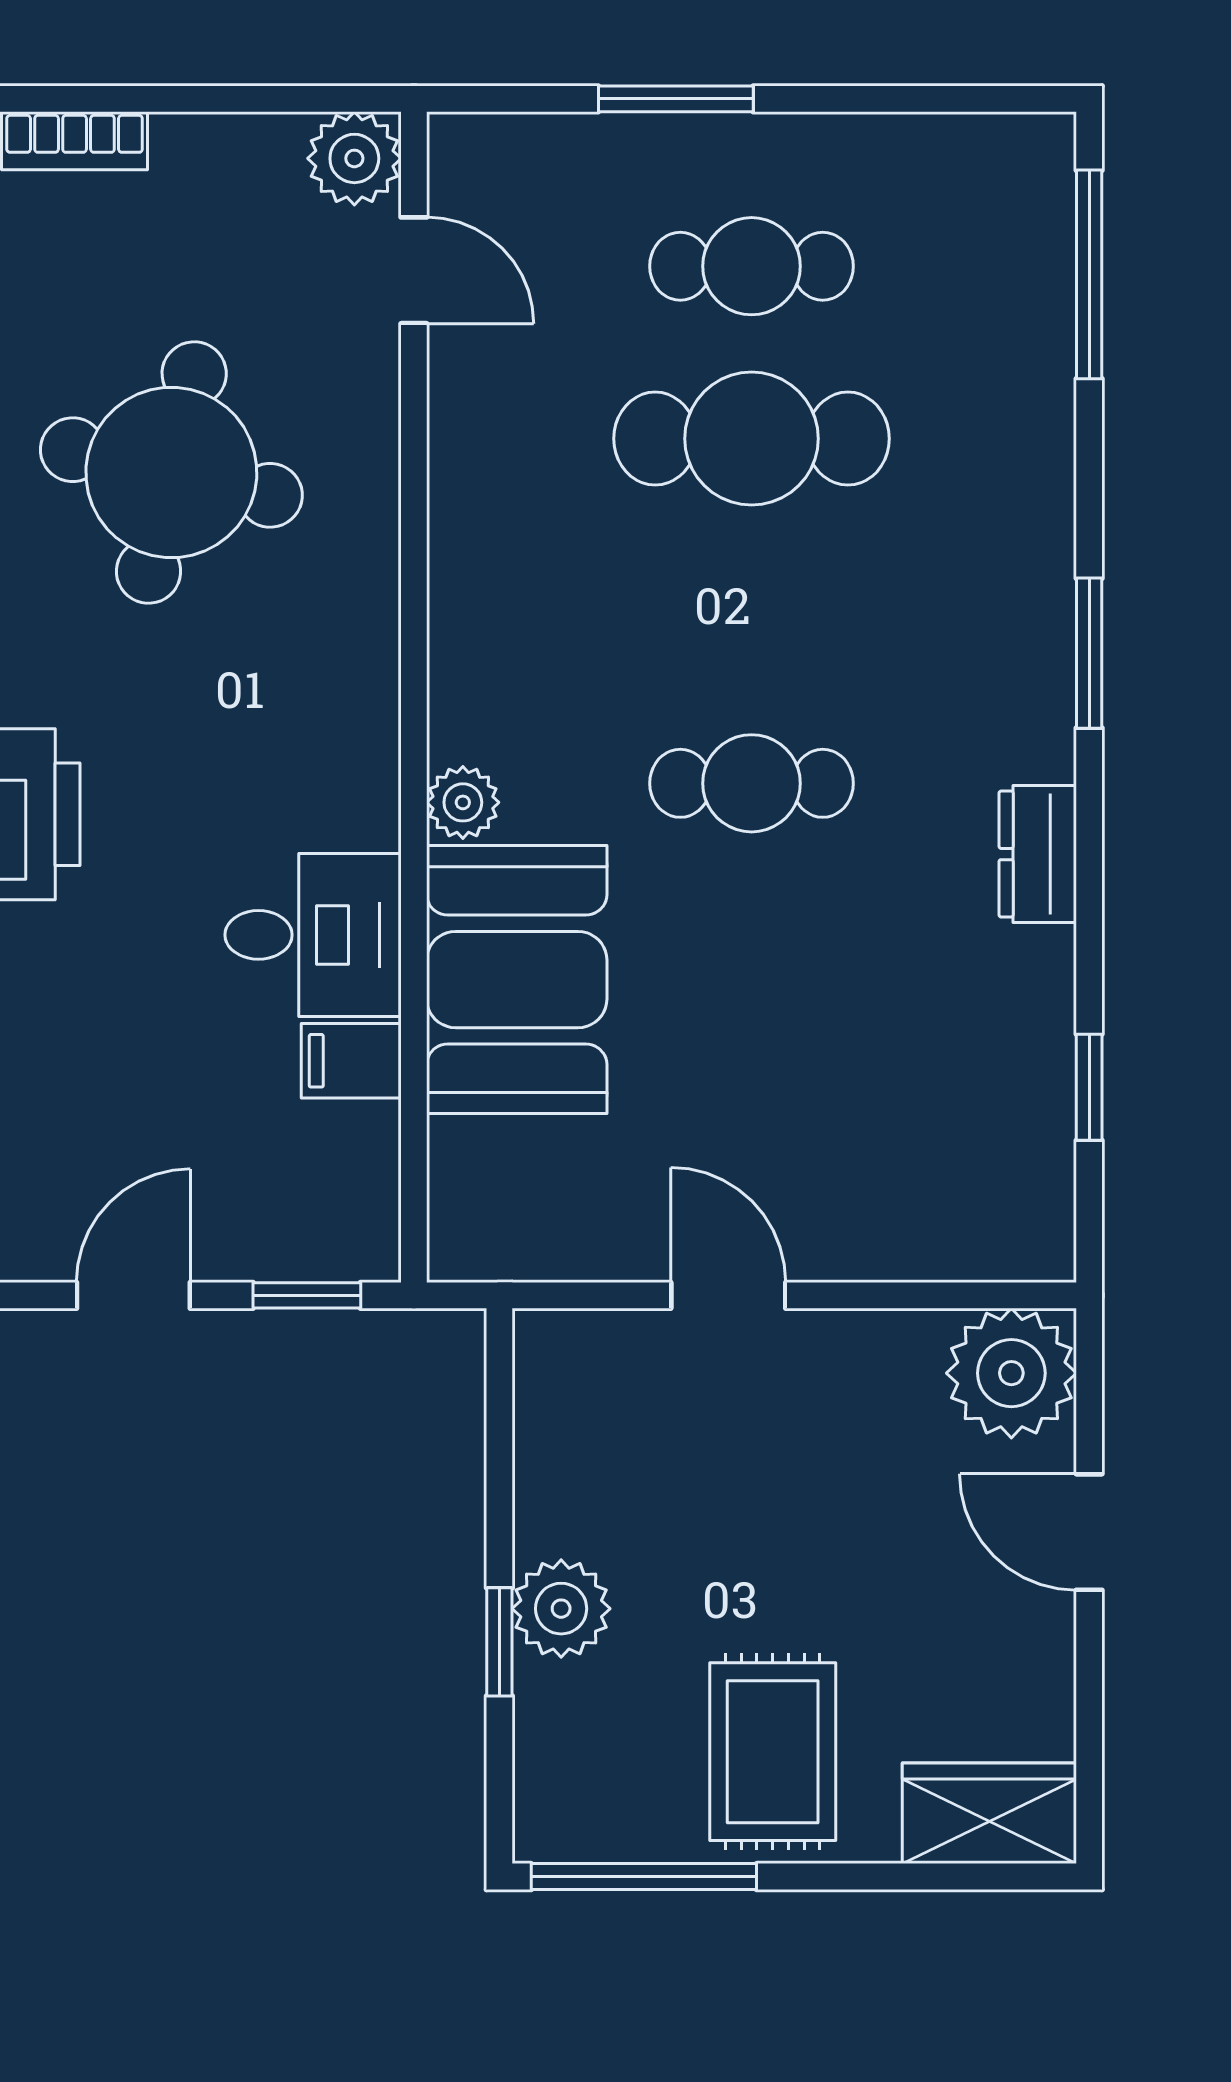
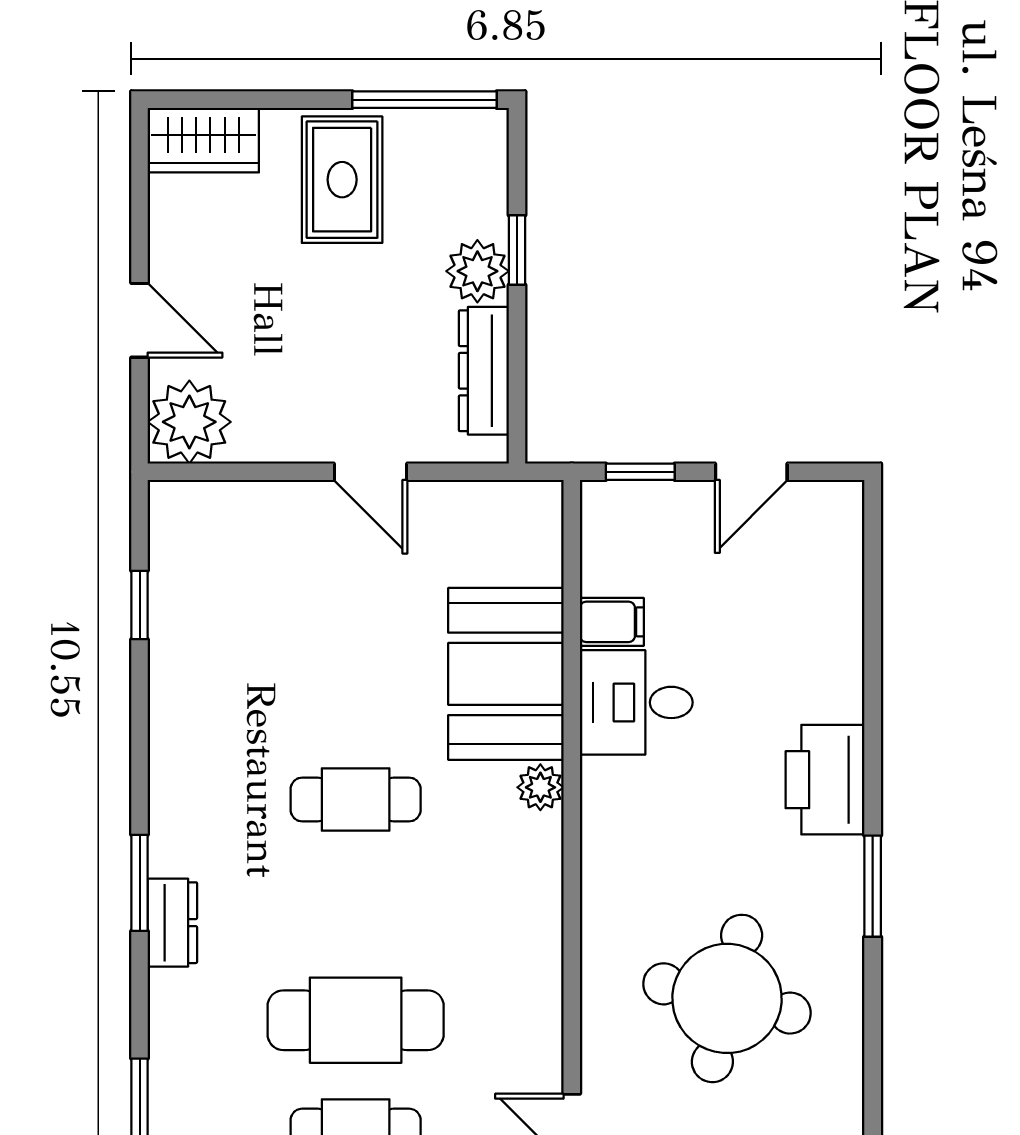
dresser: (1038, 854) -> (172, 923), moved
dresser: (551, 1453) -> (484, 371), added

